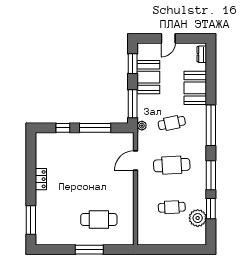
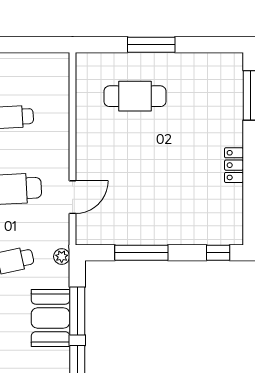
booth: (148, 77) -> (50, 318), moved
window: (133, 104) -> (77, 311), moved
window: (63, 128) -> (218, 253), moved

